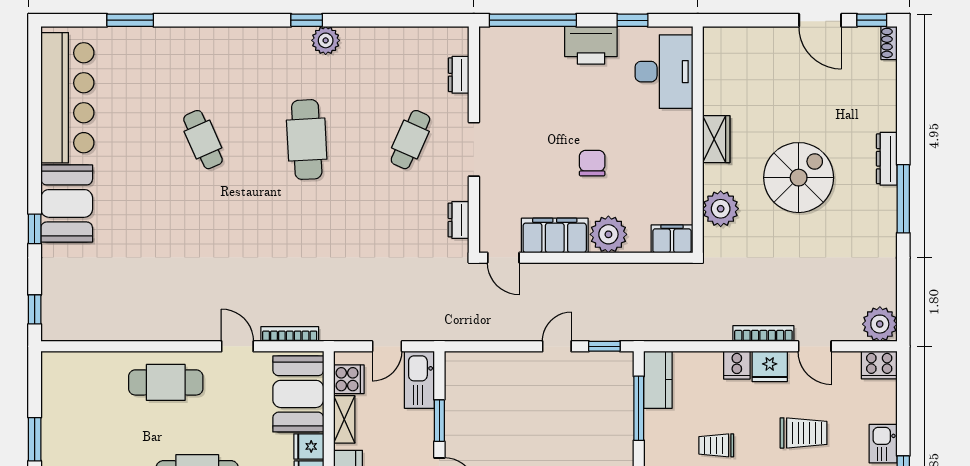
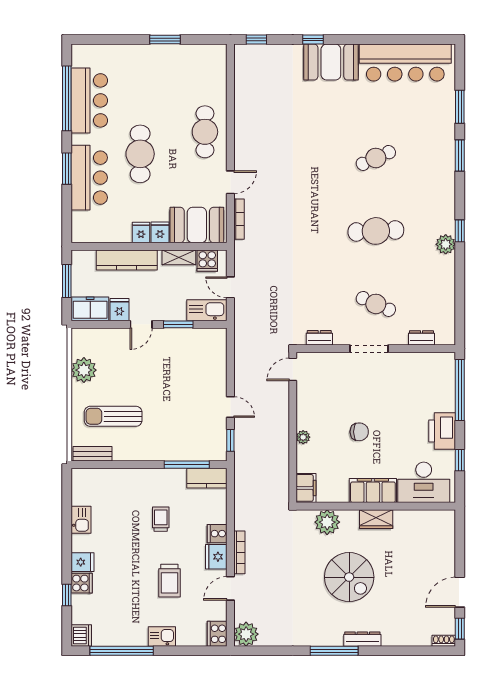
window: (199, 20) -> (460, 155), added
plant: (608, 234) -> (303, 437), width x0.53, depth x0.53
filing cabinet: (555, 235) -> (373, 491), moved, turned -90

